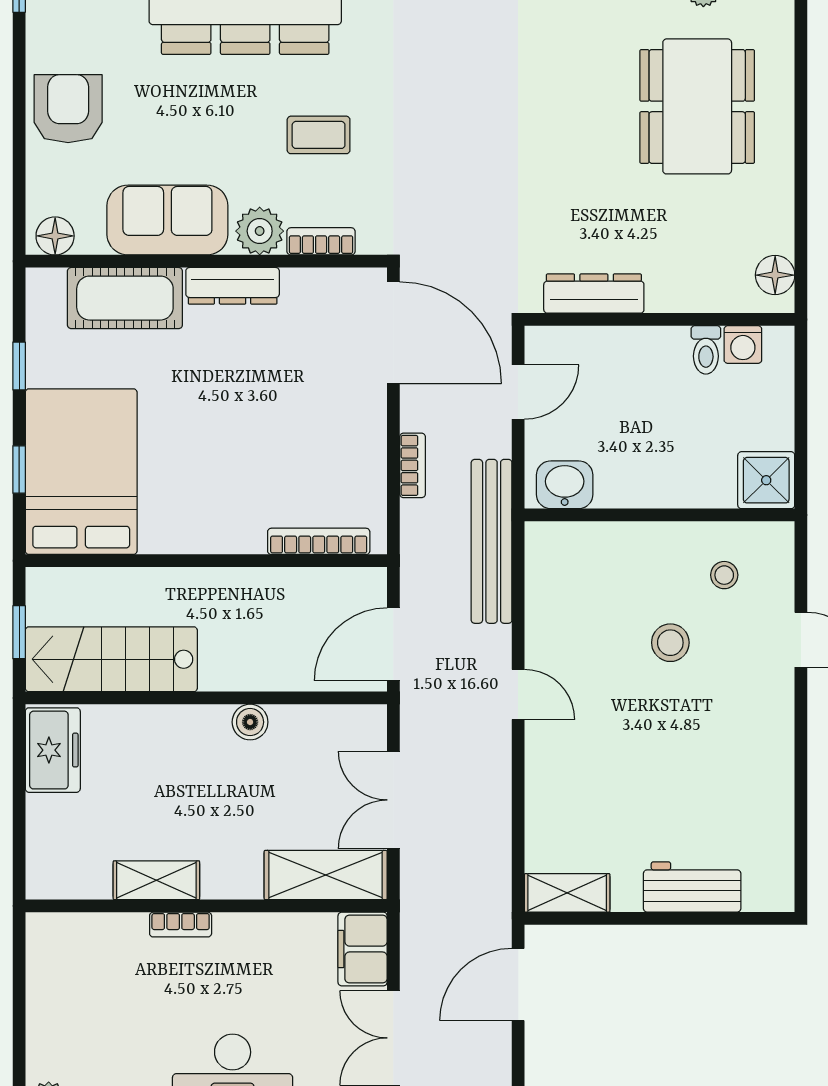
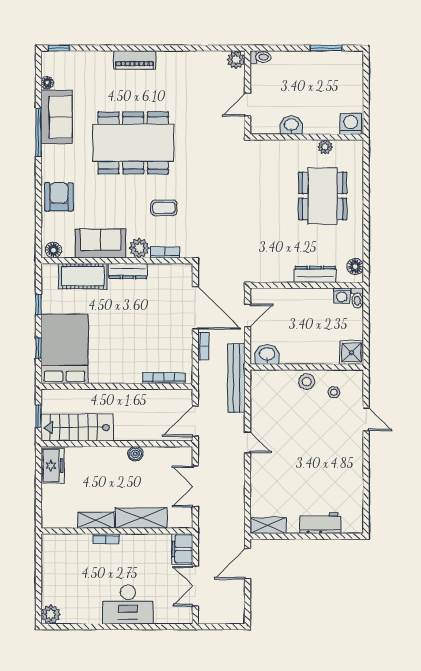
dresser: (594, 294) -> (315, 274), moved
door: (393, 333) -> (195, 308), moved
toilet: (706, 350) -> (357, 298), moved
stool: (670, 643) -> (307, 381), moved
shelving: (326, 875) -> (141, 518), moved

